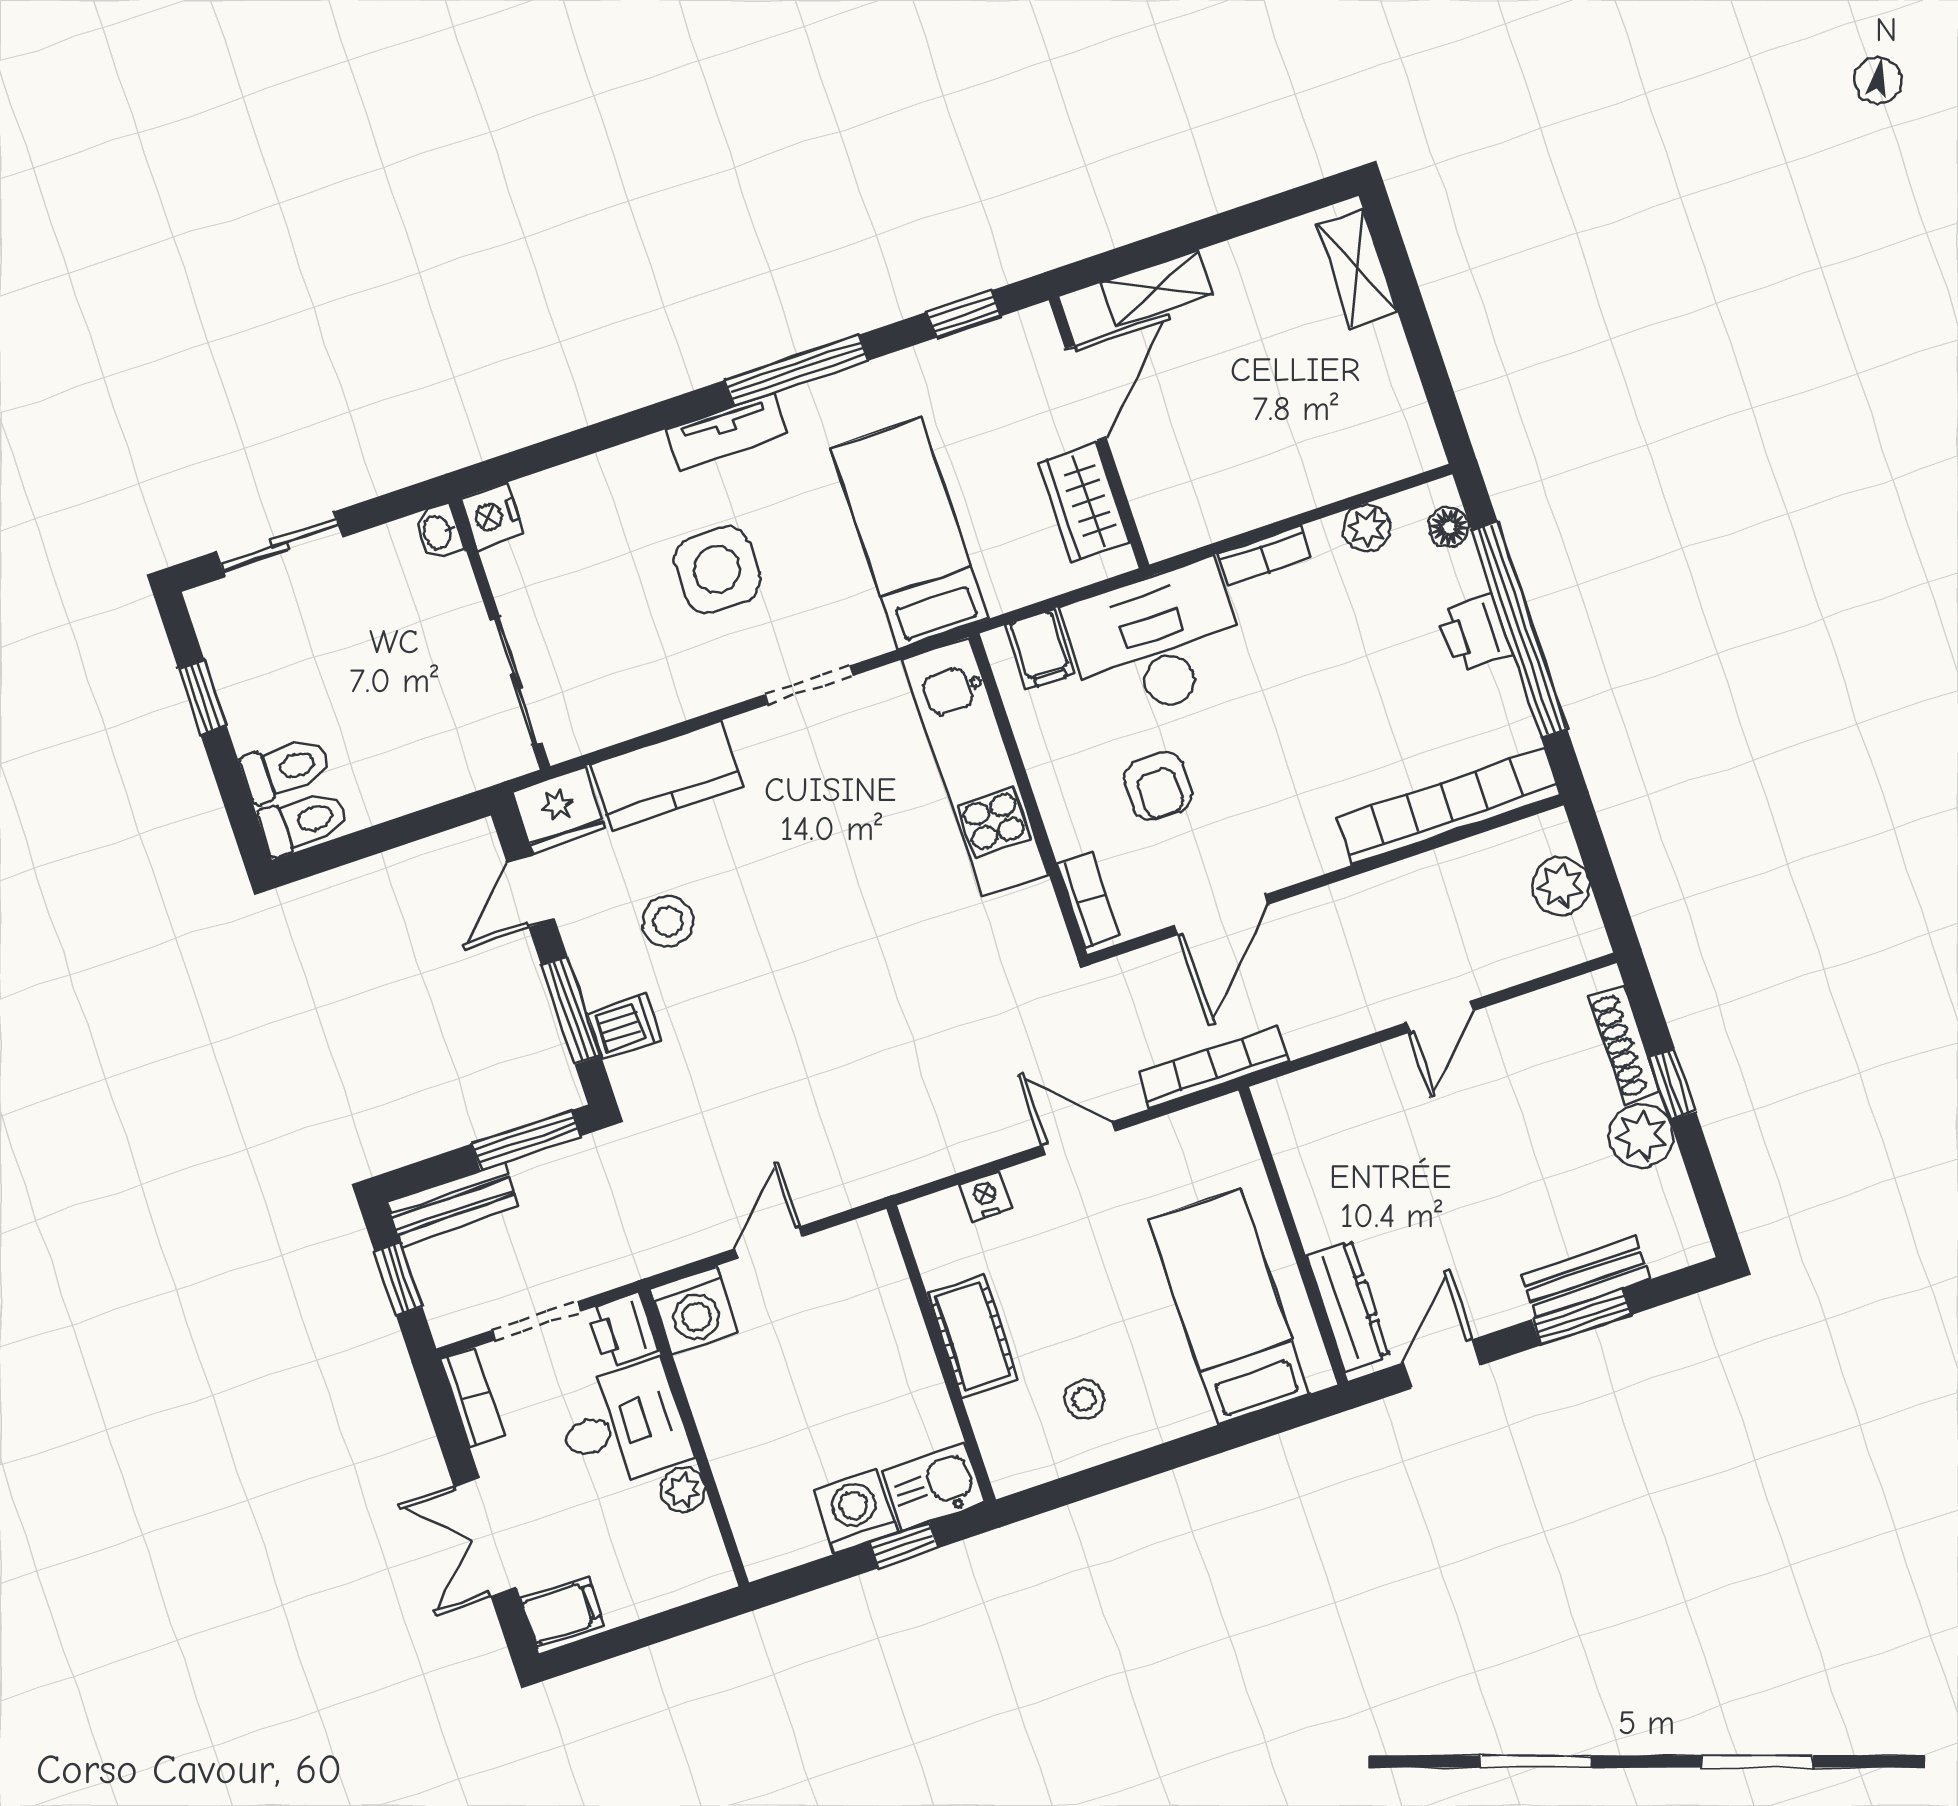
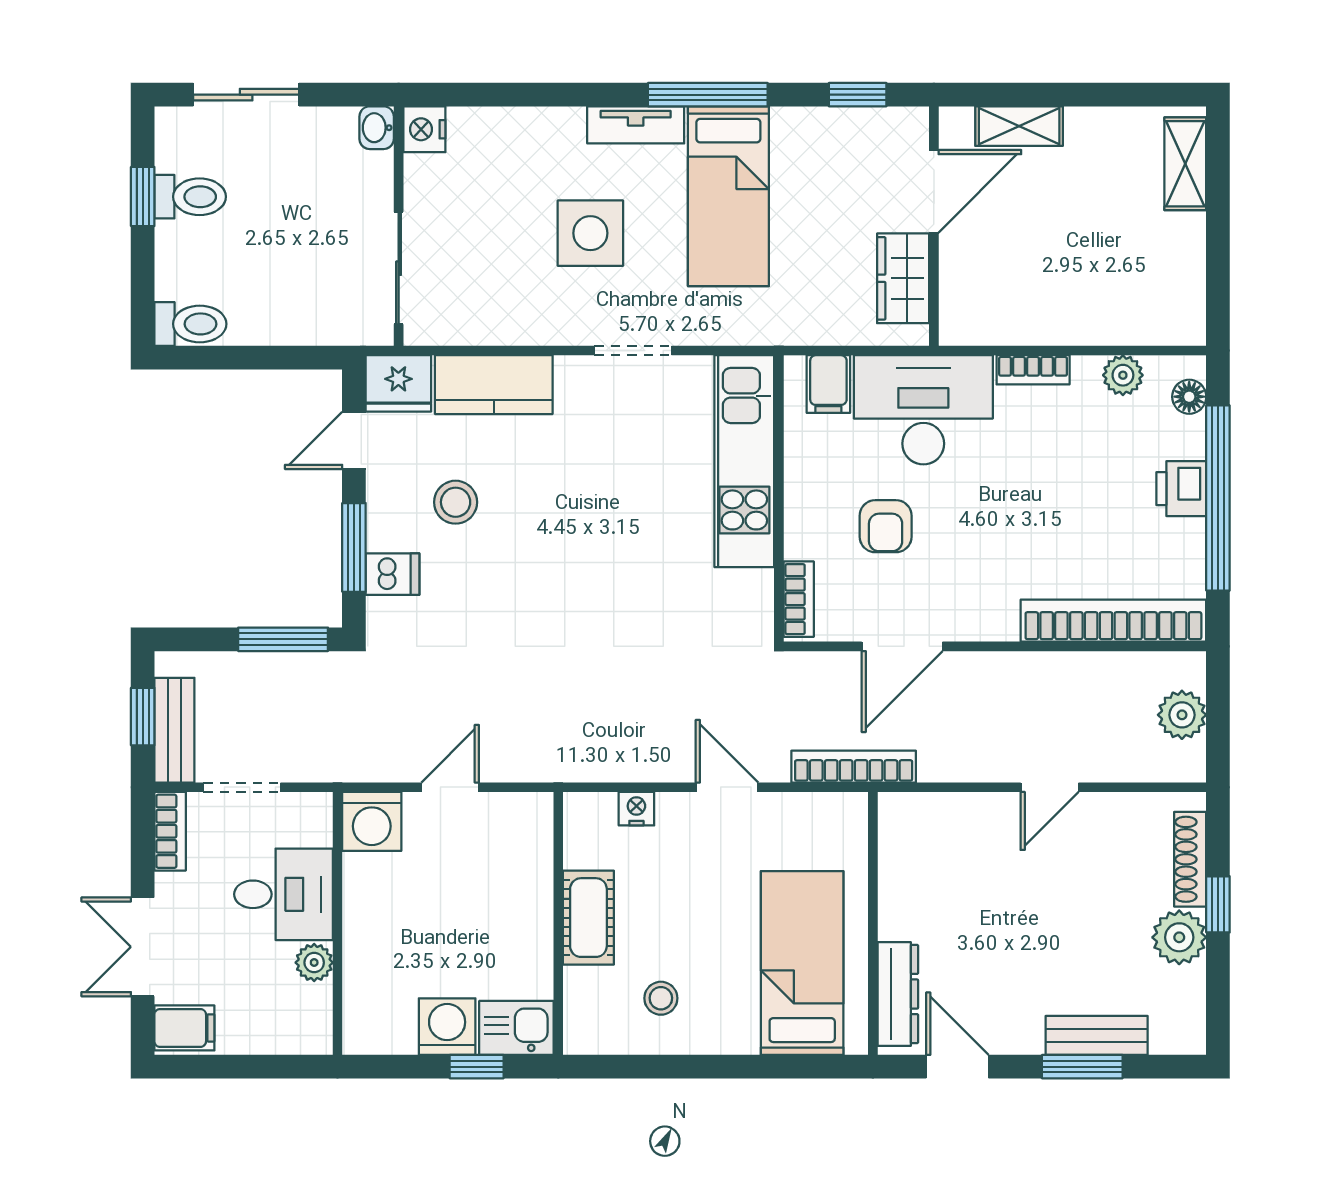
bed: (910, 533) -> (728, 196), moved, turned 180
toilet: (286, 769) -> (190, 197), moved
bench: (453, 1204) -> (174, 730), moved, turned 90
printer: (623, 1331) -> (309, 818), removed
door: (1442, 1364) -> (957, 1067), hinge flipped

